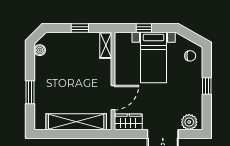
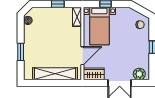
bed with nightstands: (154, 58) -> (99, 26), moved

